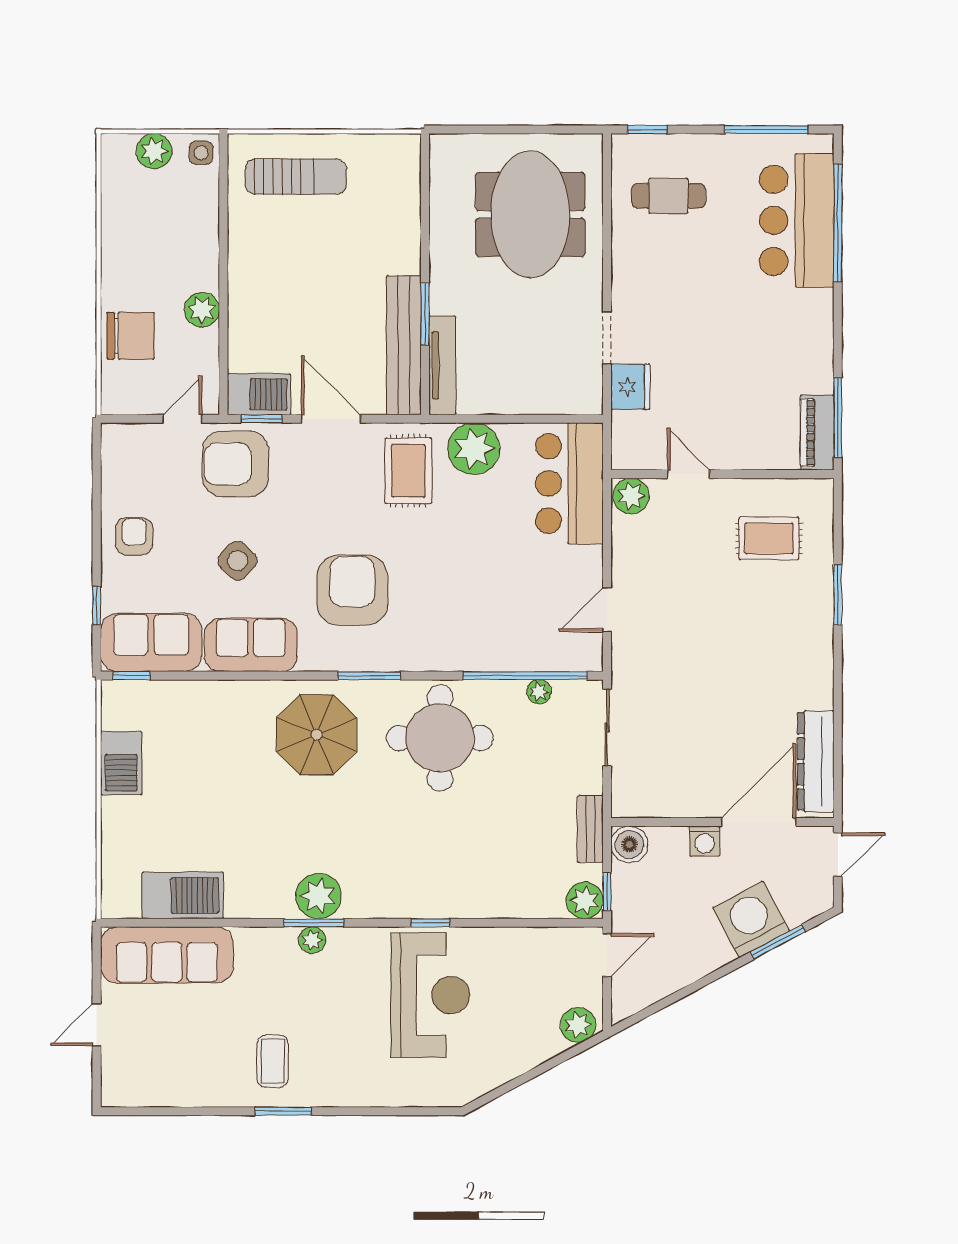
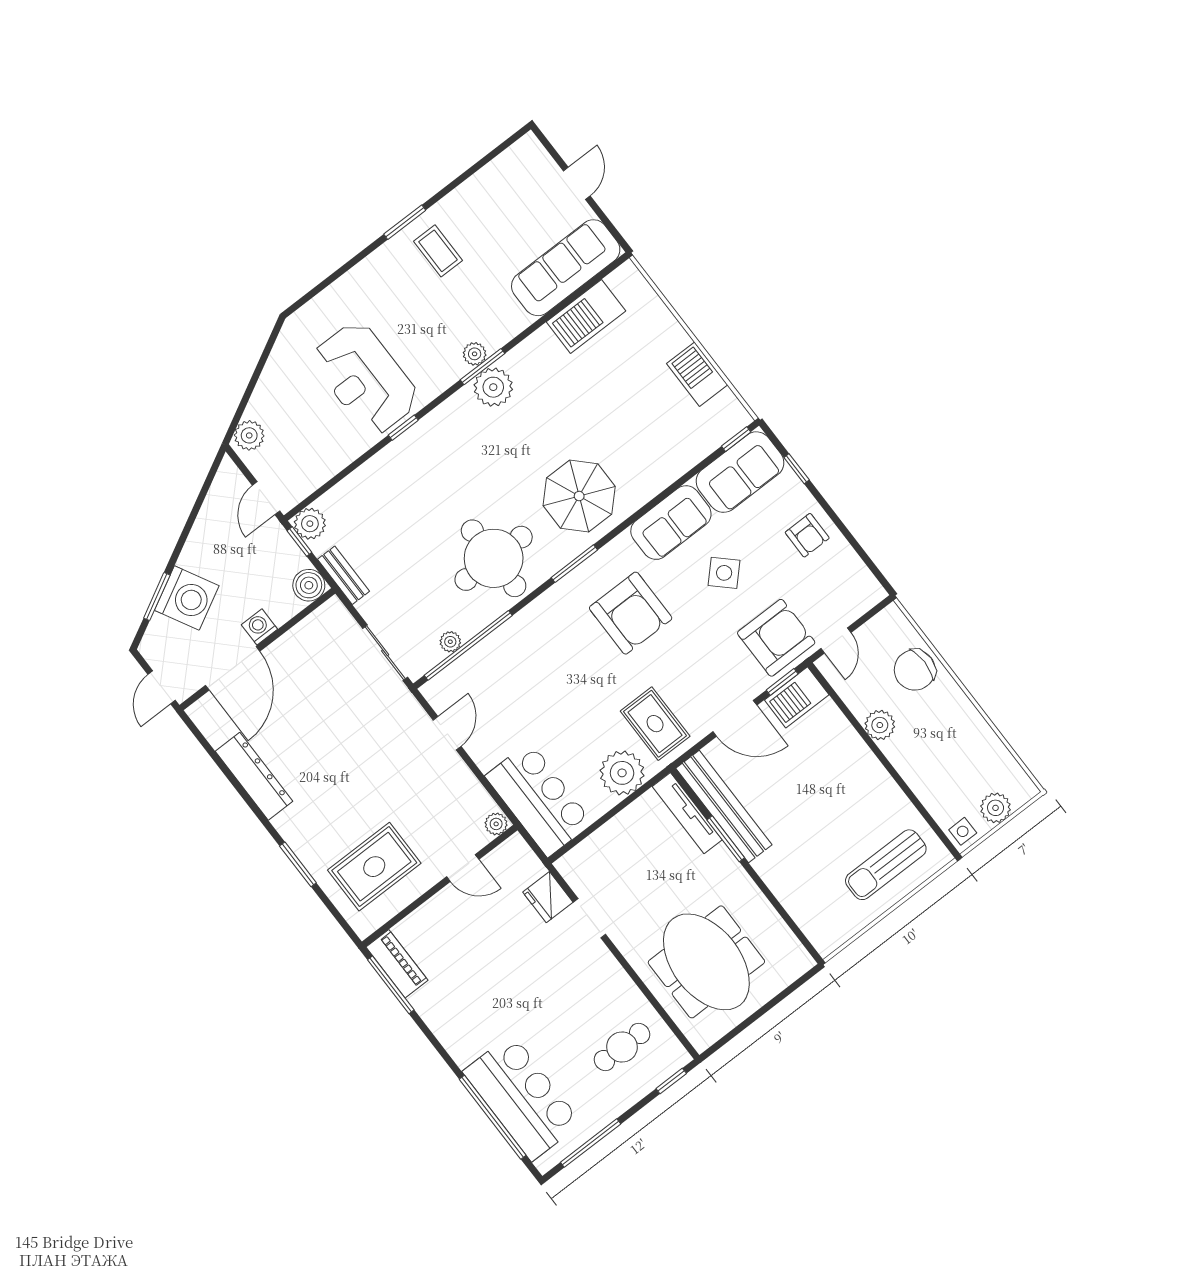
plant: (631, 496) -> (496, 824), width x0.73, depth x0.73
rug: (769, 538) -> (374, 867), width x1.36, depth x1.43
dresser: (816, 761) -> (254, 776), moved

